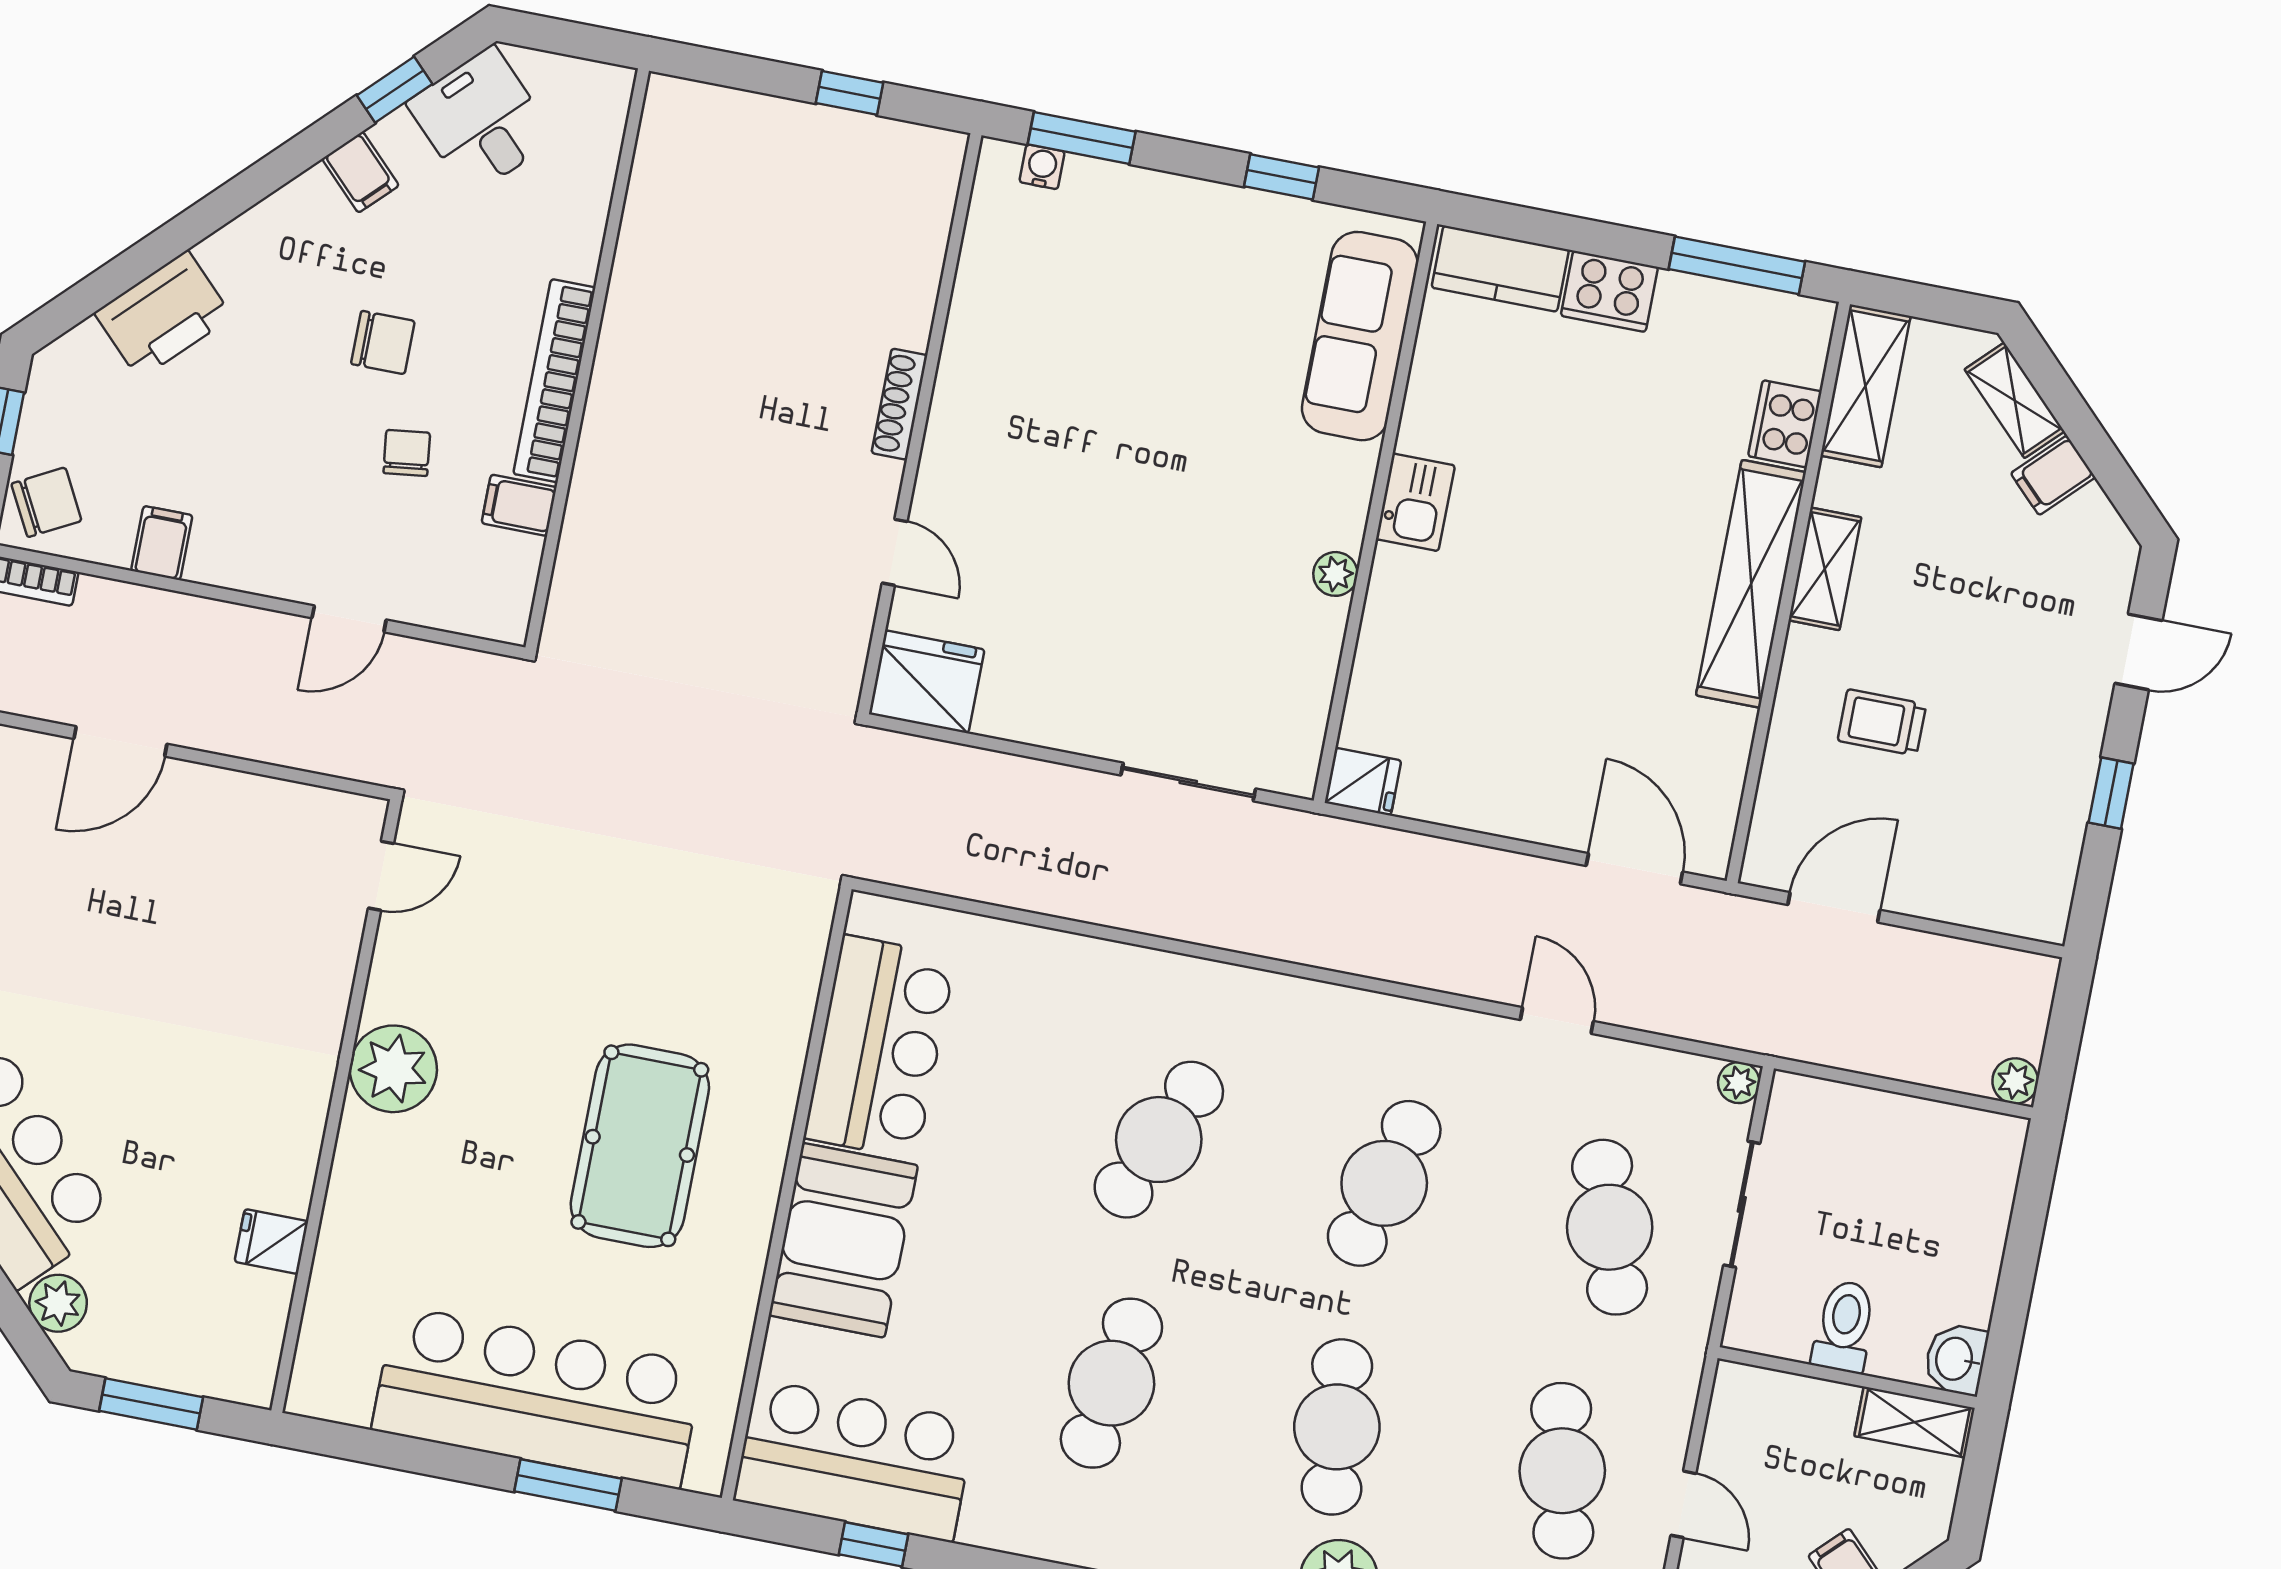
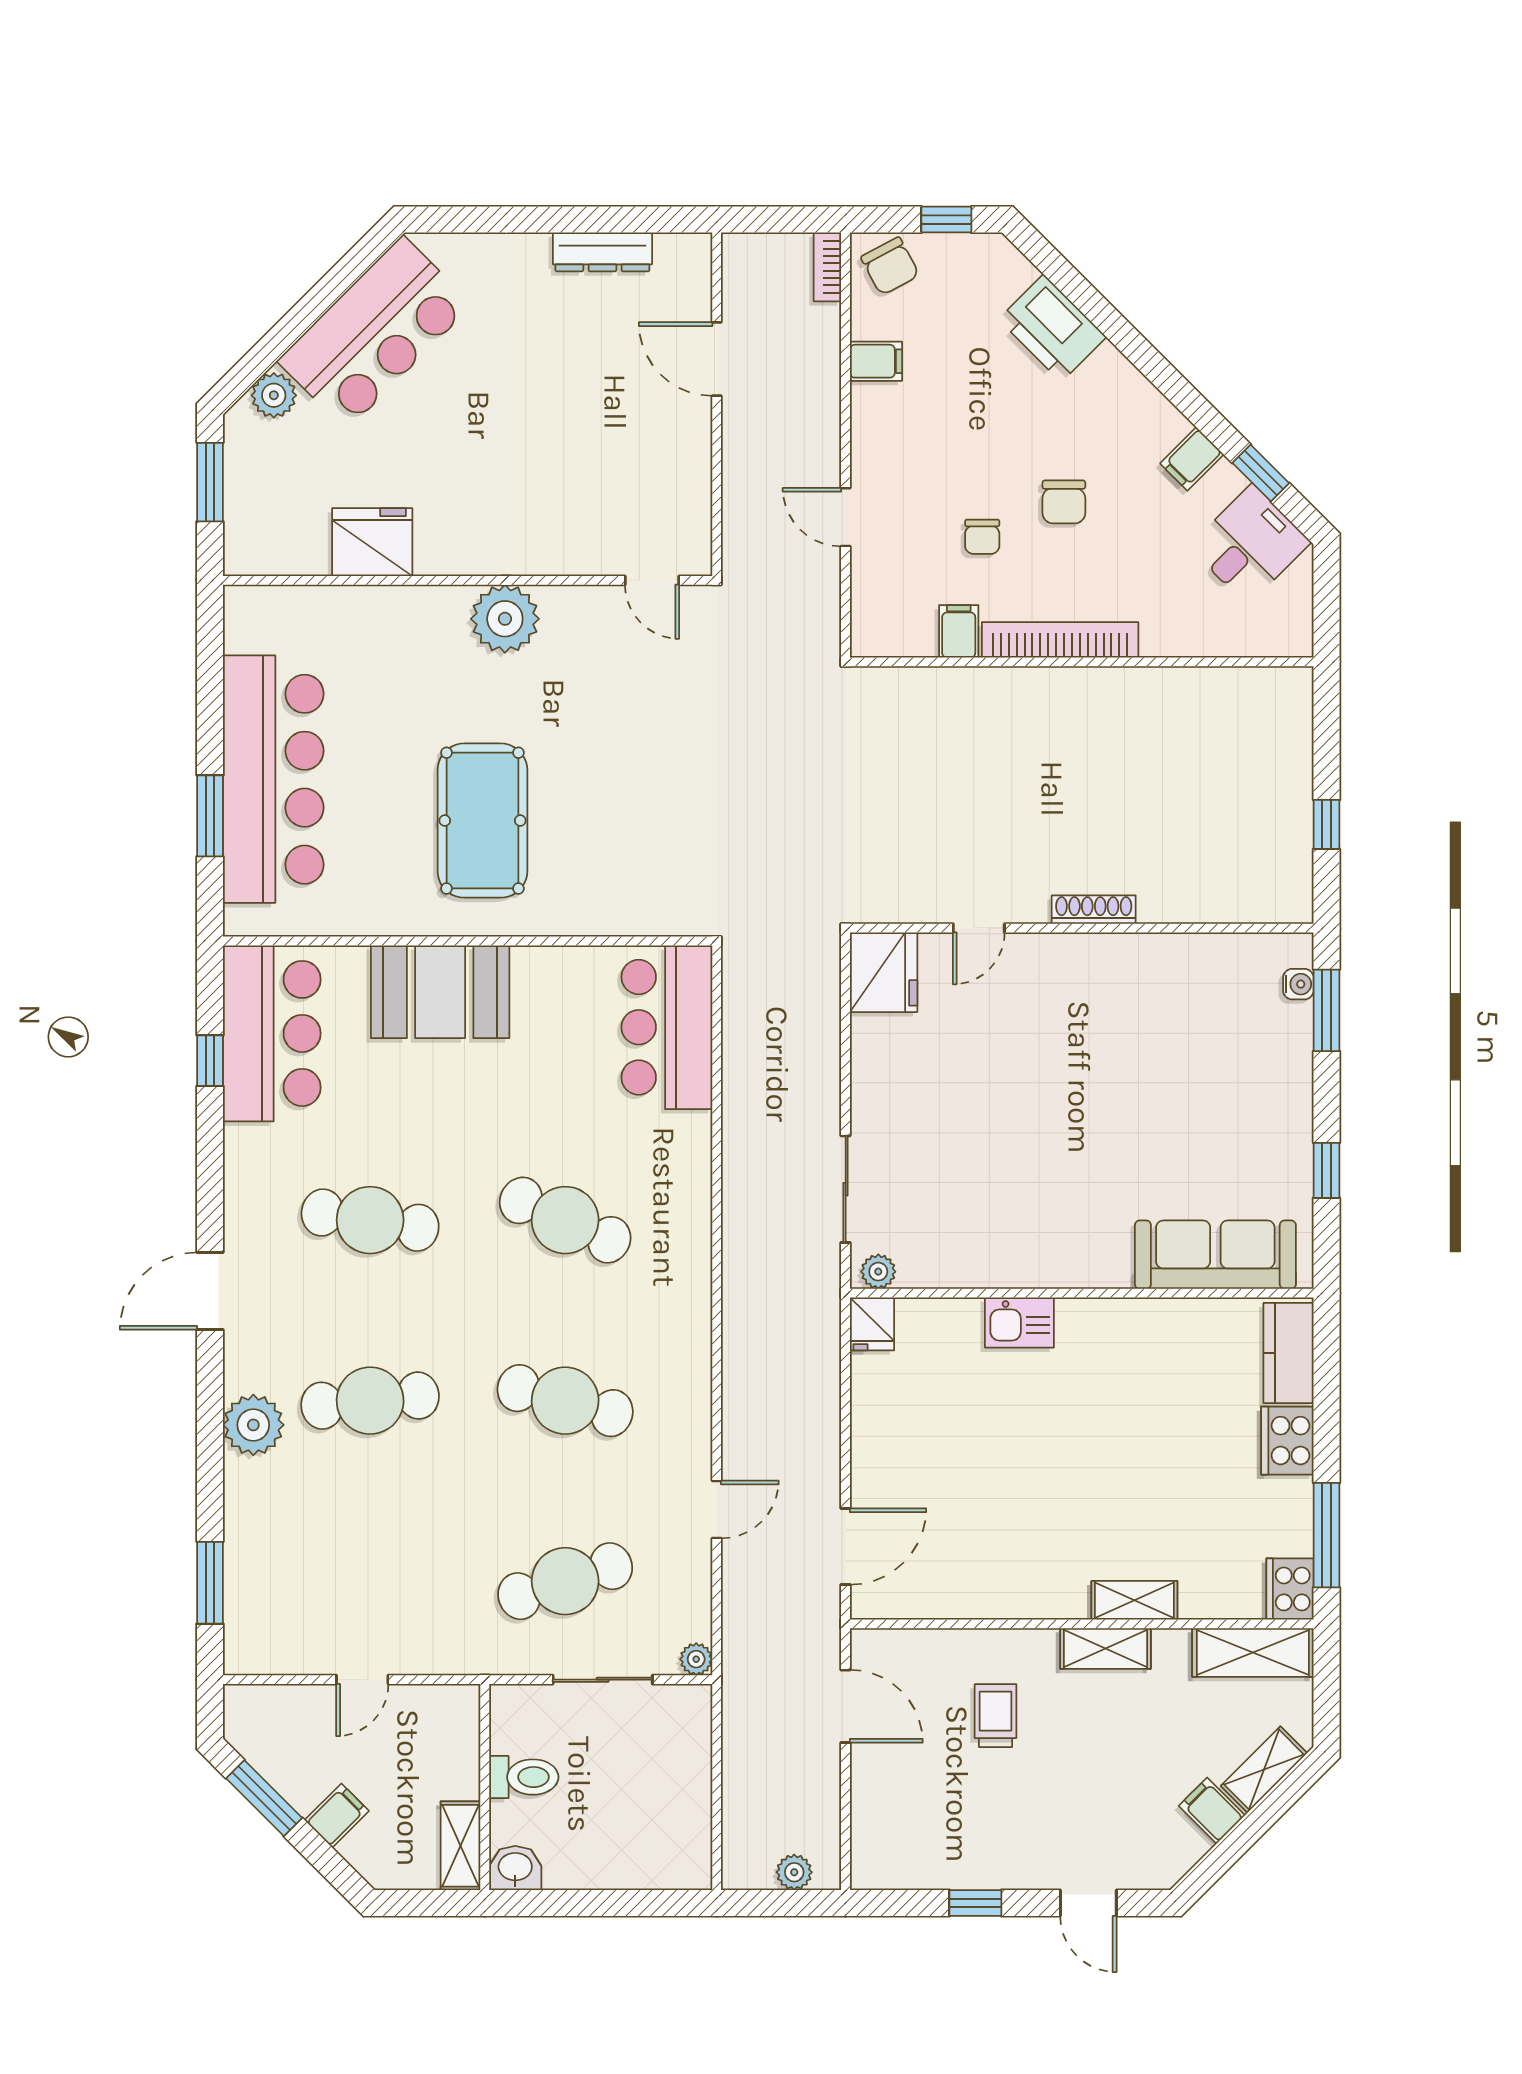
cooker: (1785, 424) -> (1290, 1589), moved, turned -90
chair: (407, 453) -> (982, 537), turned 97
kitchen sink: (1415, 502) -> (1019, 1322), moved
plant: (1335, 574) -> (878, 1272), moved
shelving: (1751, 584) -> (1134, 1600), width x0.45, depth x0.75
bar counter: (880, 1047) -> (667, 1027), moved, turned 90
plant: (2015, 1081) -> (794, 1872), moved
pool table: (640, 1146) -> (482, 821), turned 90
fridge: (271, 1242) -> (372, 542), width x1.88, depth x1.34
cafe table: (1562, 1471) -> (370, 1581), removed

